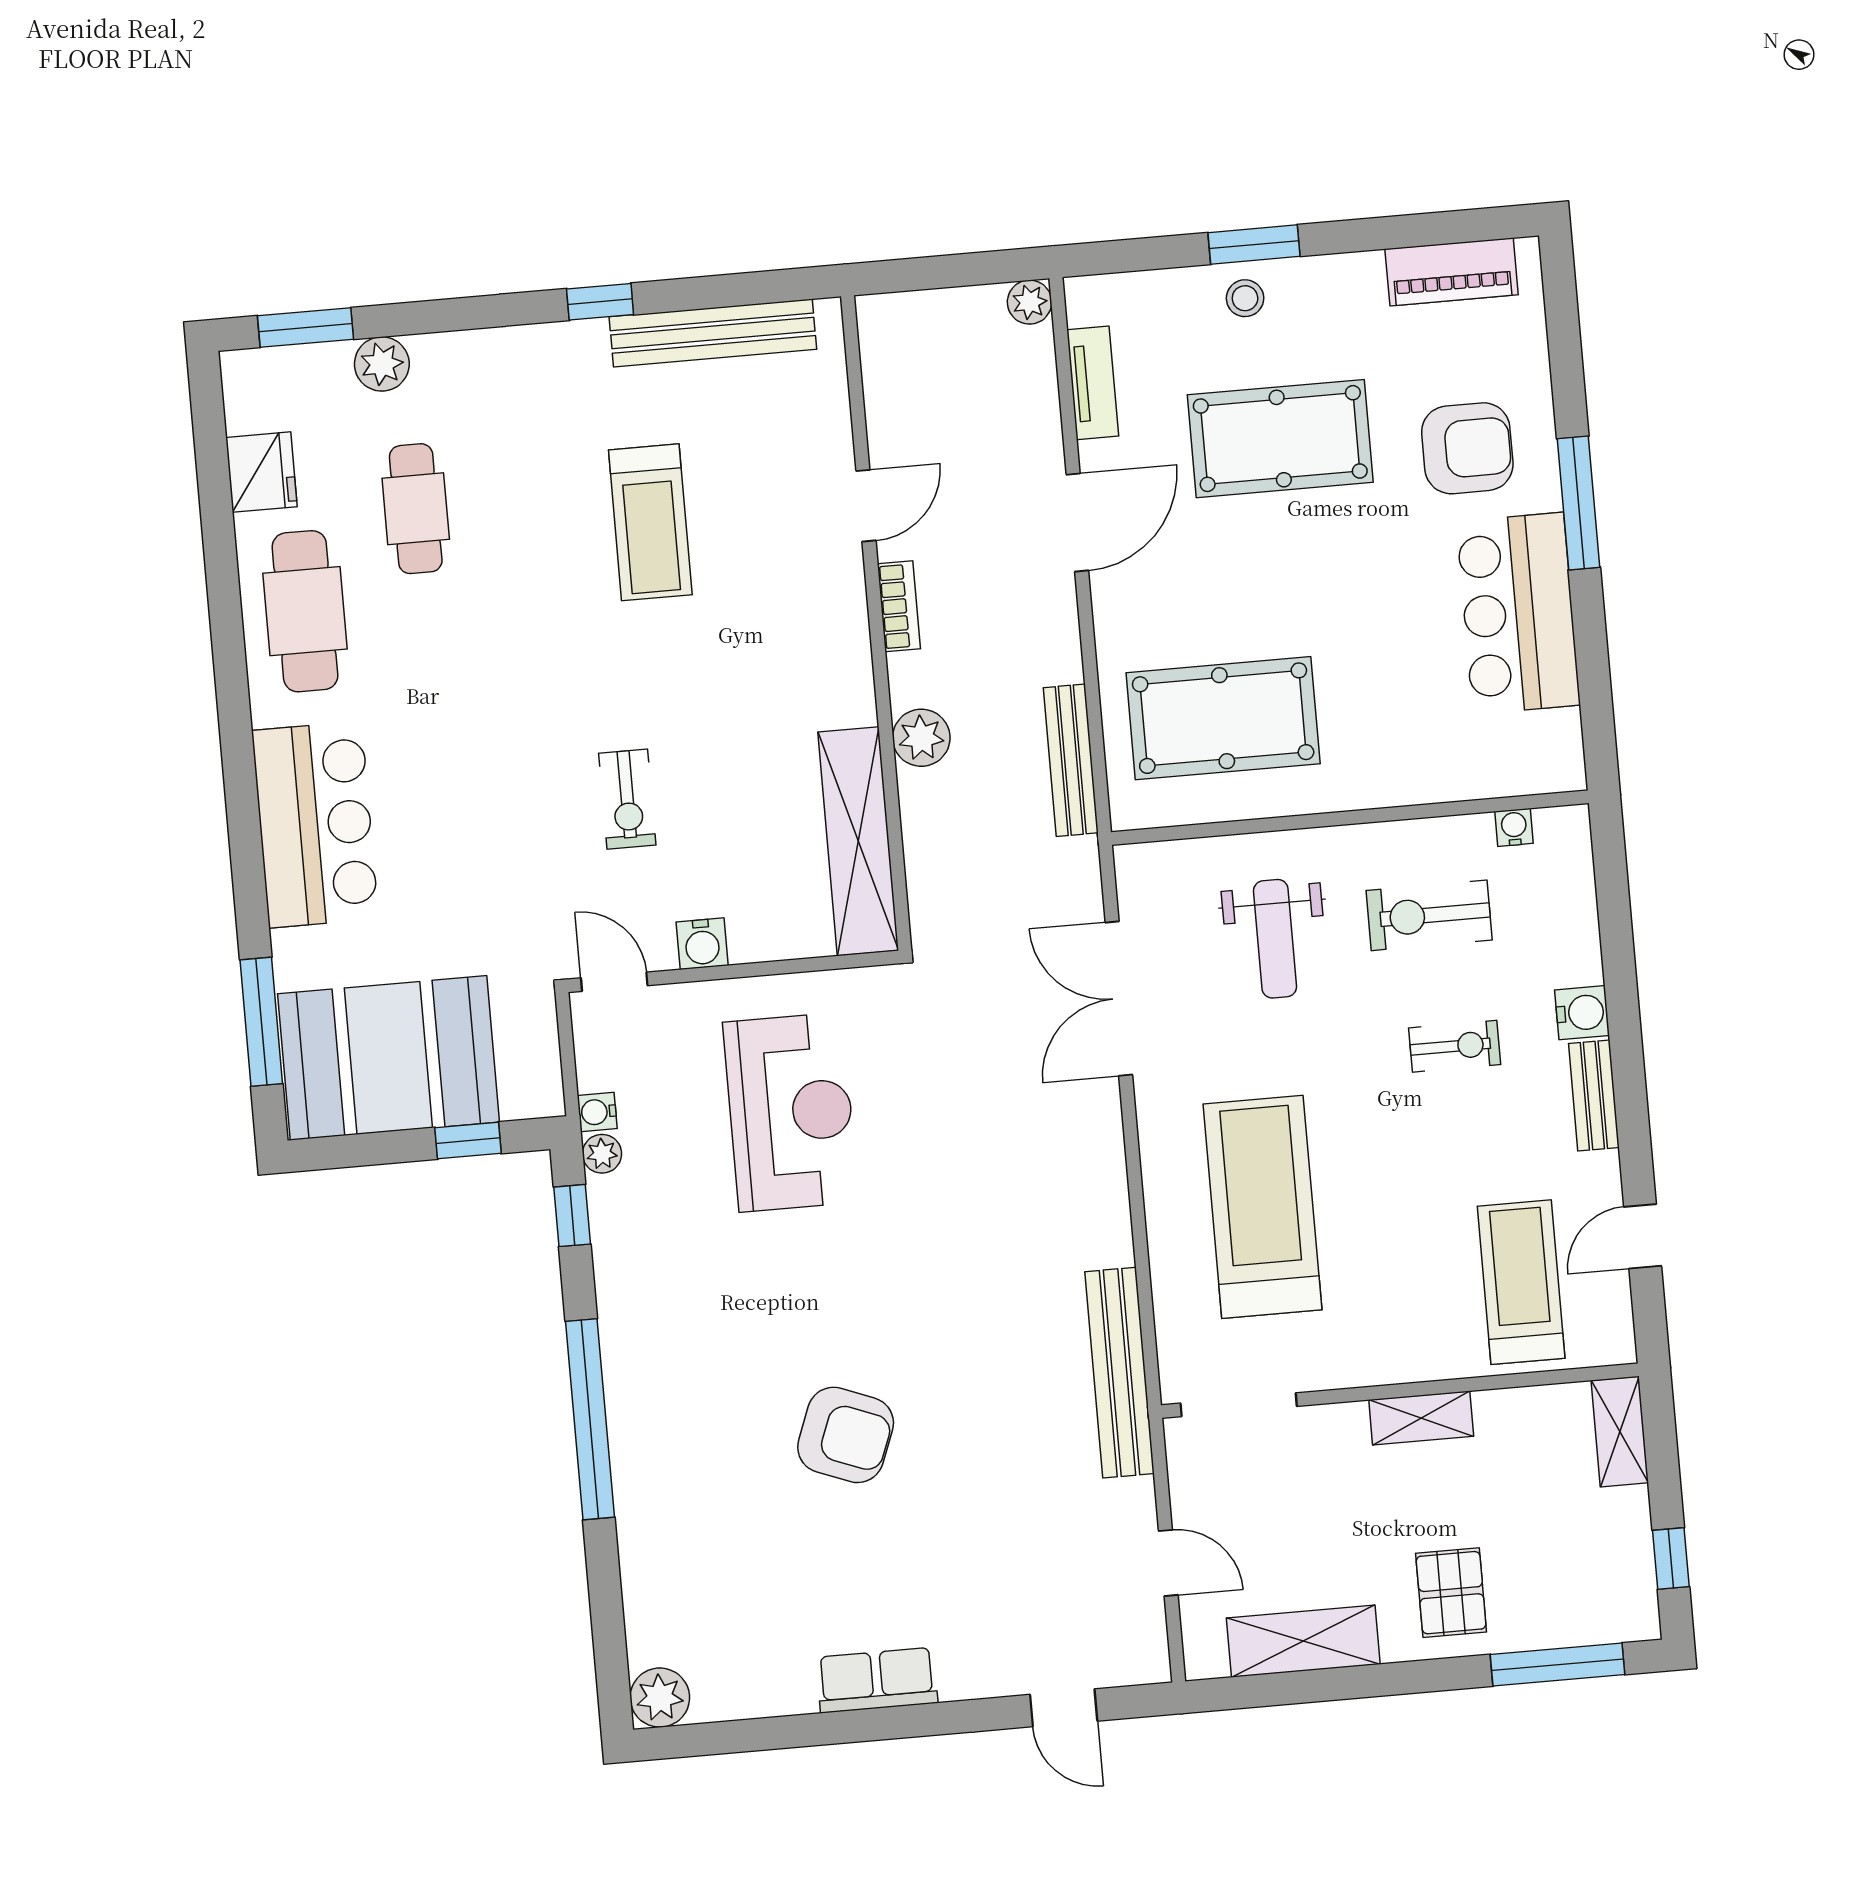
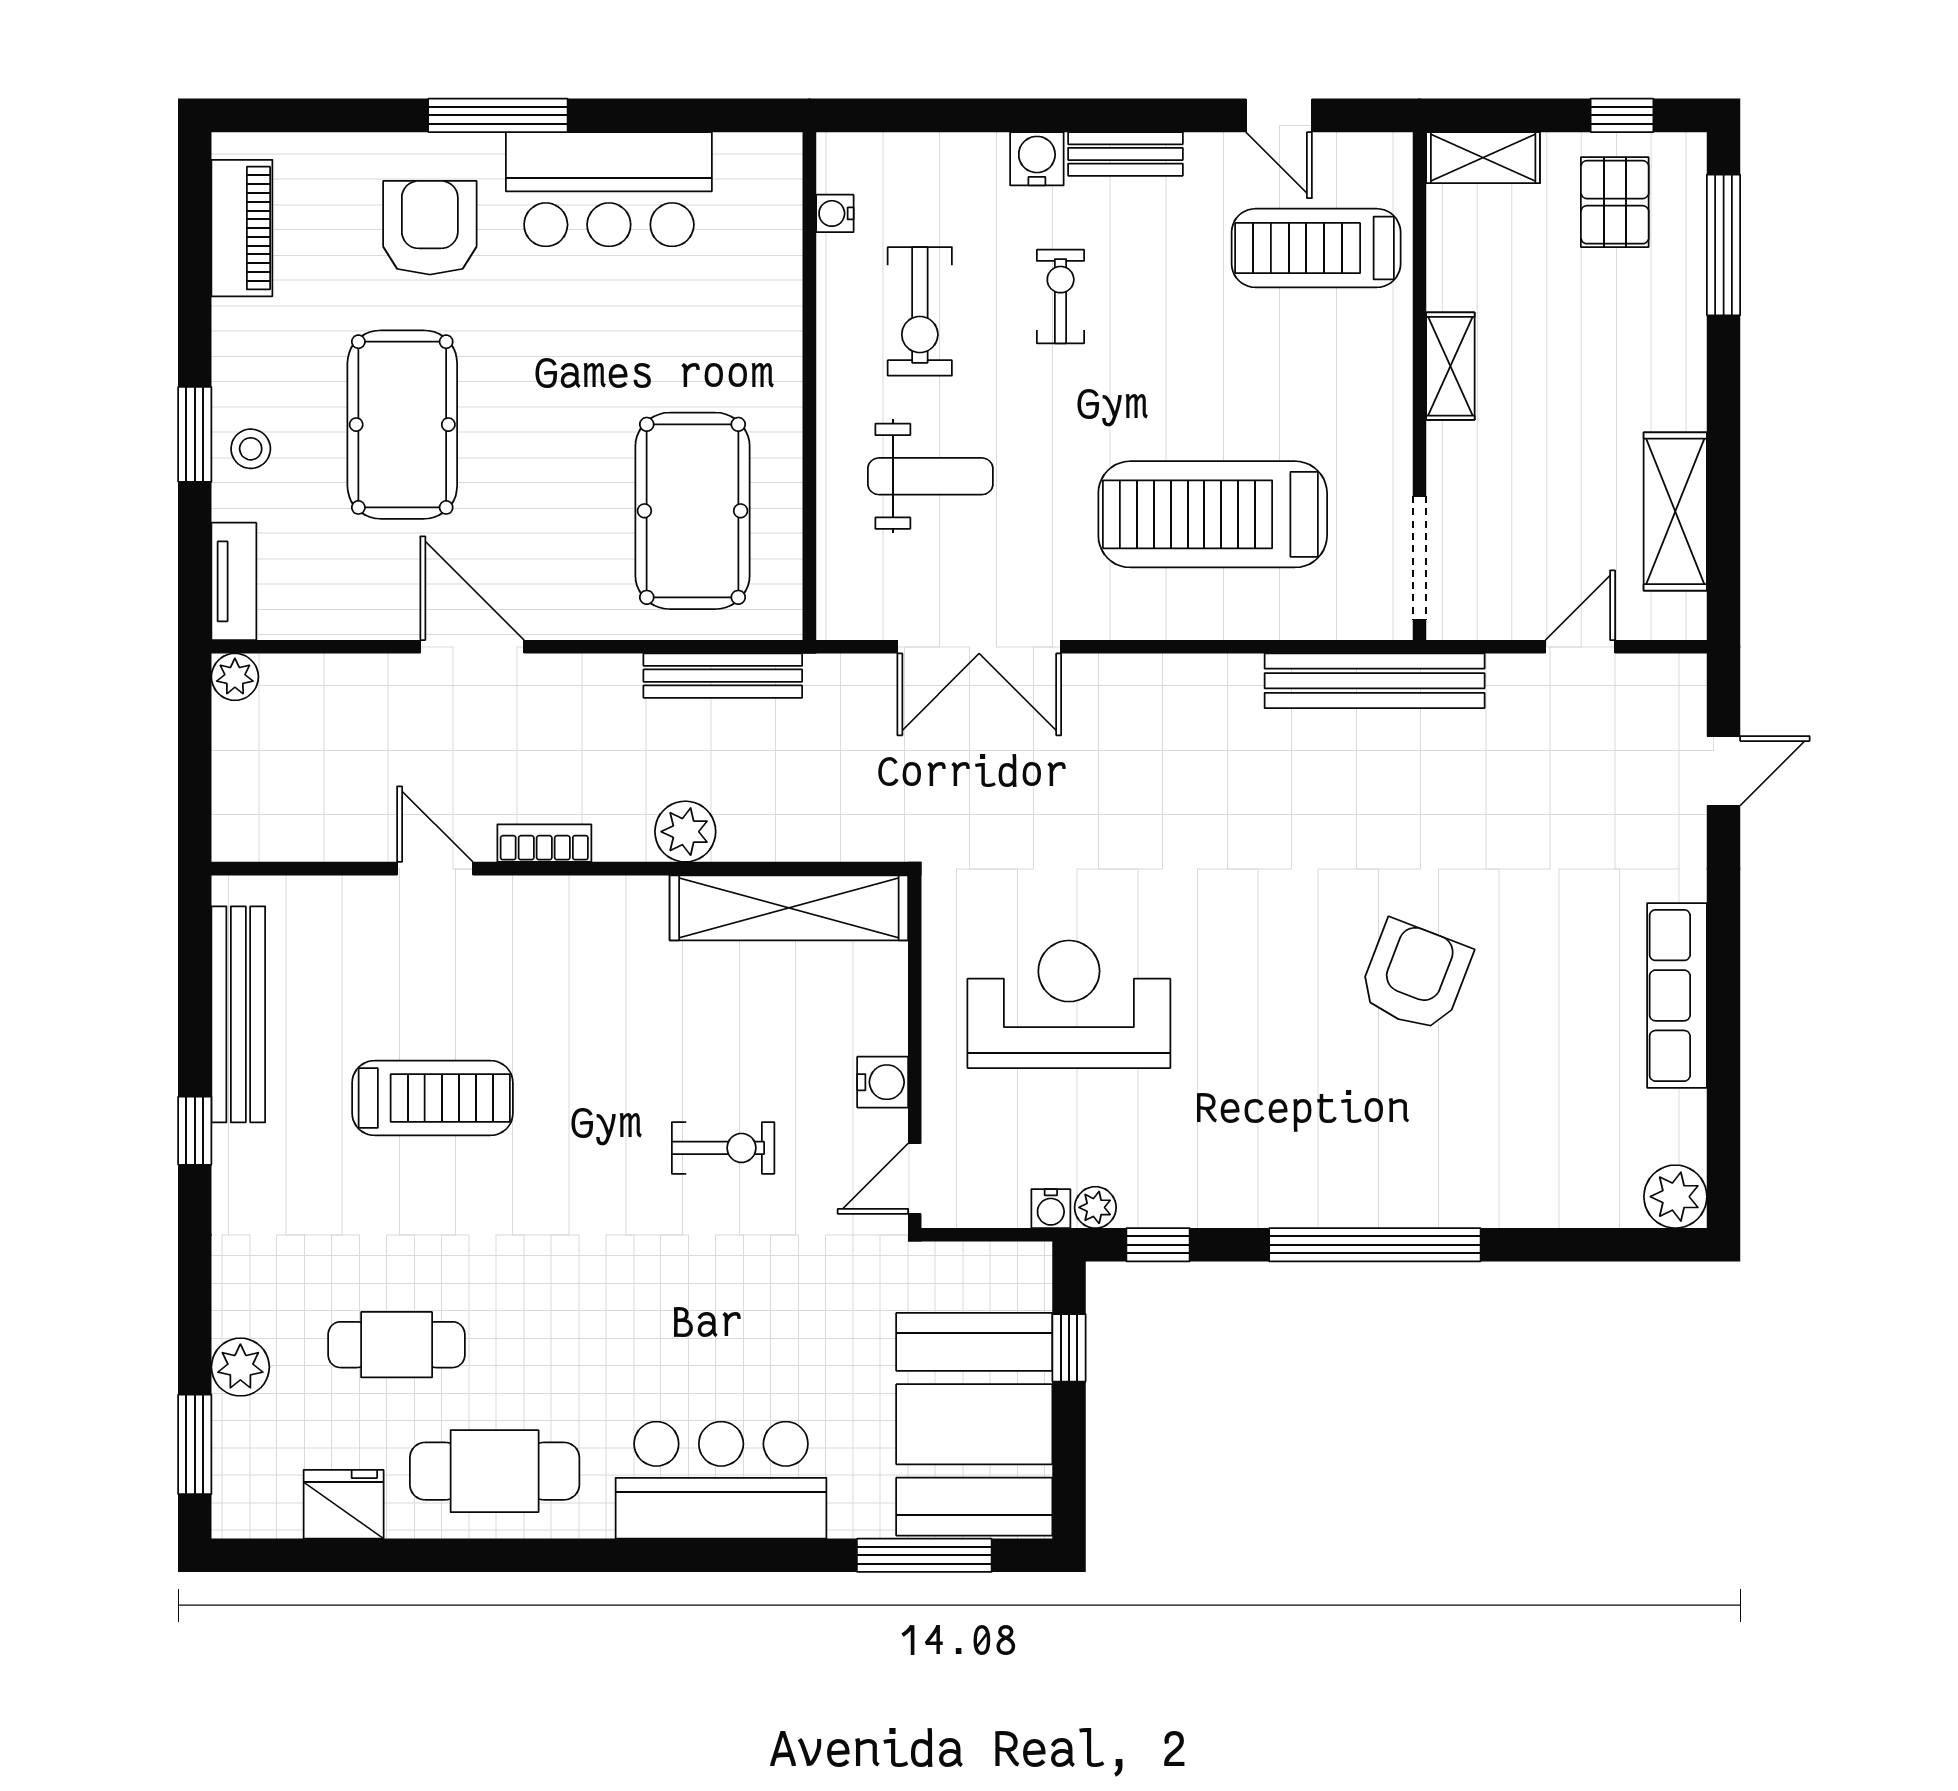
tv unit: (1093, 383) -> (234, 581), moved, turned 90
pallet: (1451, 1593) -> (1615, 202), moved, turned 90
row of seats: (877, 1680) -> (1677, 995), width x1.48

